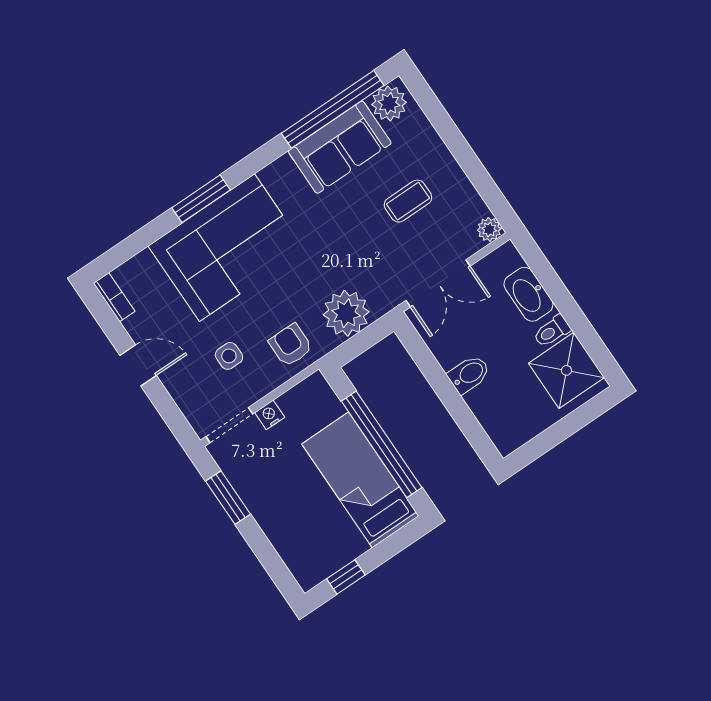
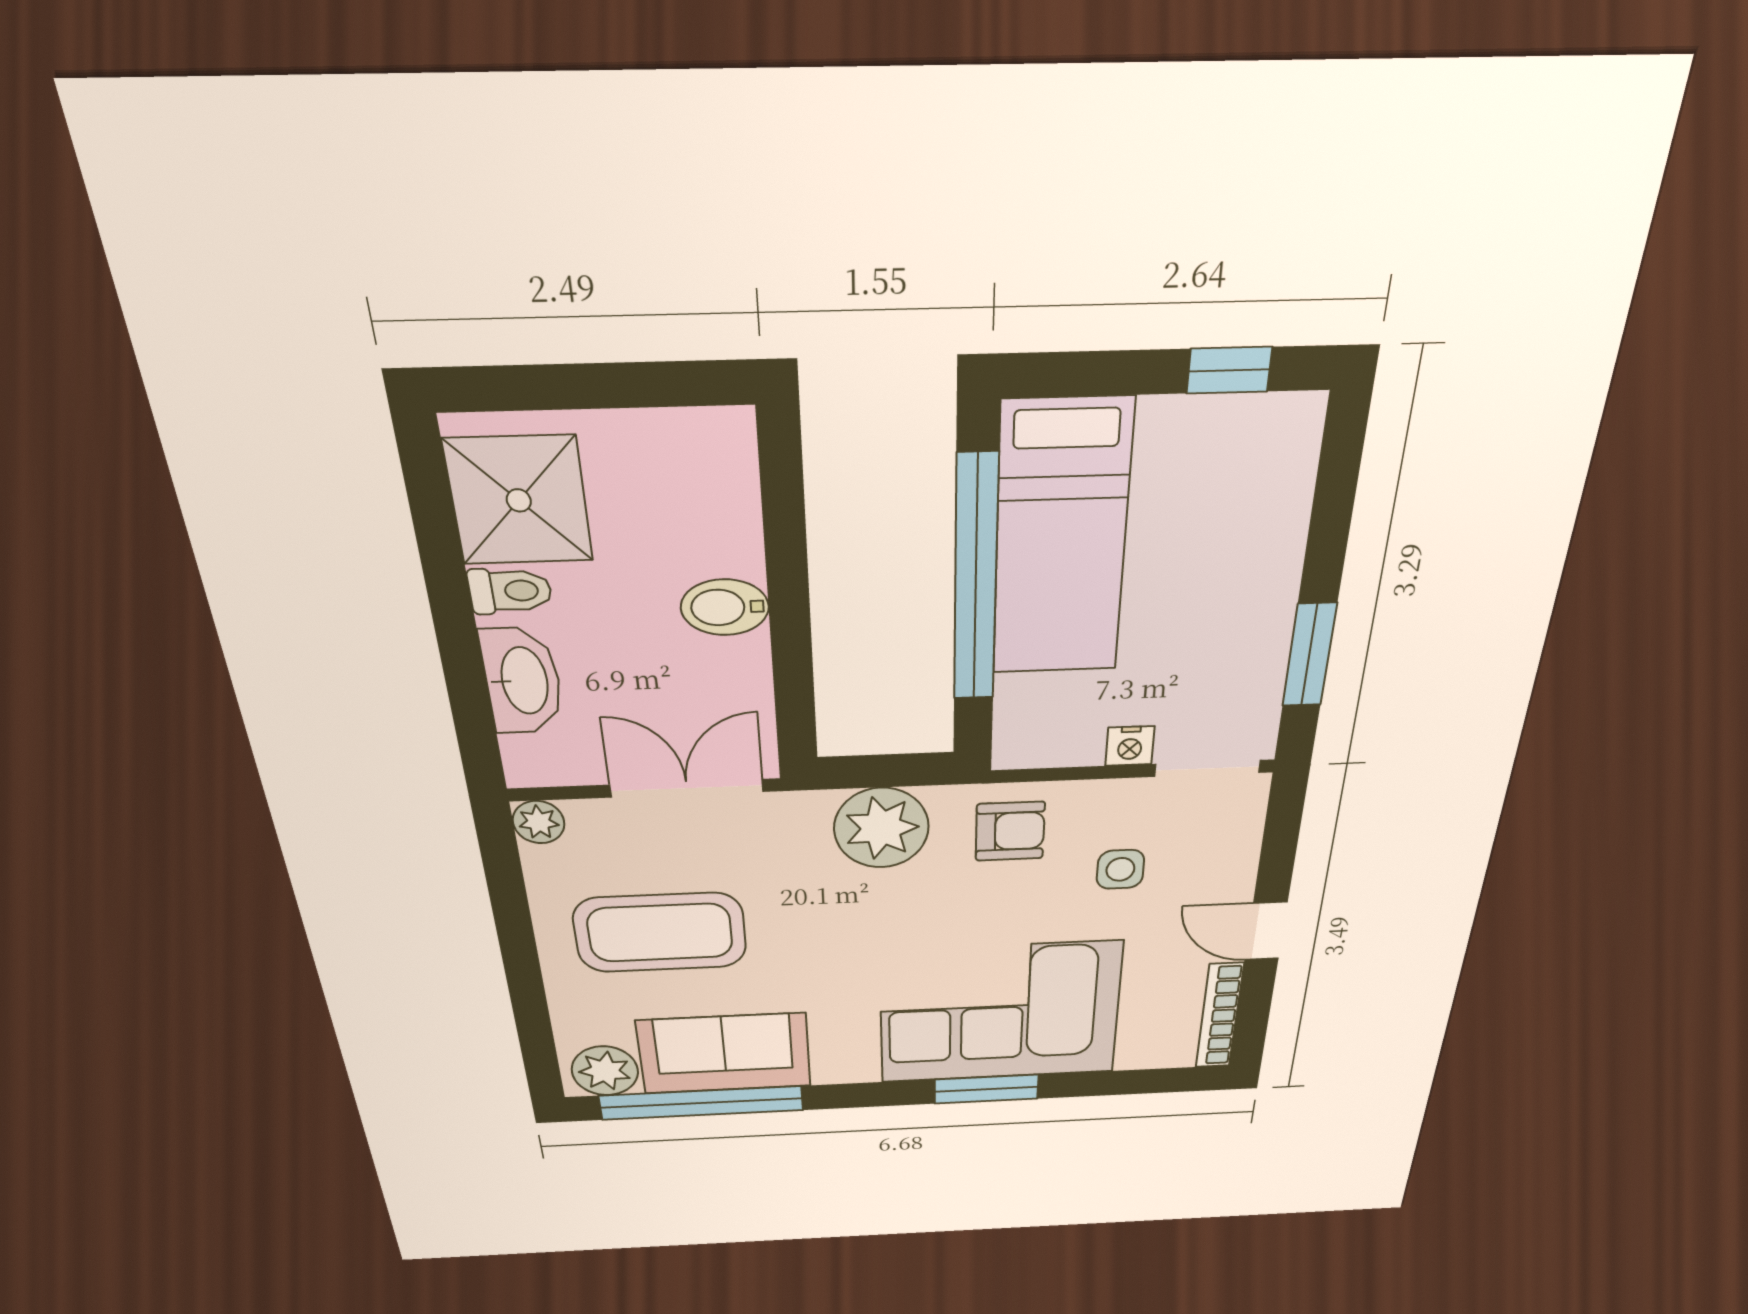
coffee table: (408, 201) -> (660, 933), width x1.86, depth x1.72
bookcase: (114, 297) -> (1219, 1016), width x1.56
armchair: (291, 345) -> (1010, 831), turned -90

